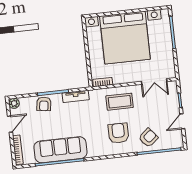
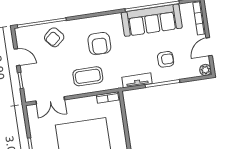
double door: (154, 81) -> (50, 100), swing flipped
armchair: (44, 104) -> (166, 59), moved, turned 82
door: (182, 121) -> (17, 57), hinge flipped
armchair: (118, 133) -> (99, 44), moved

